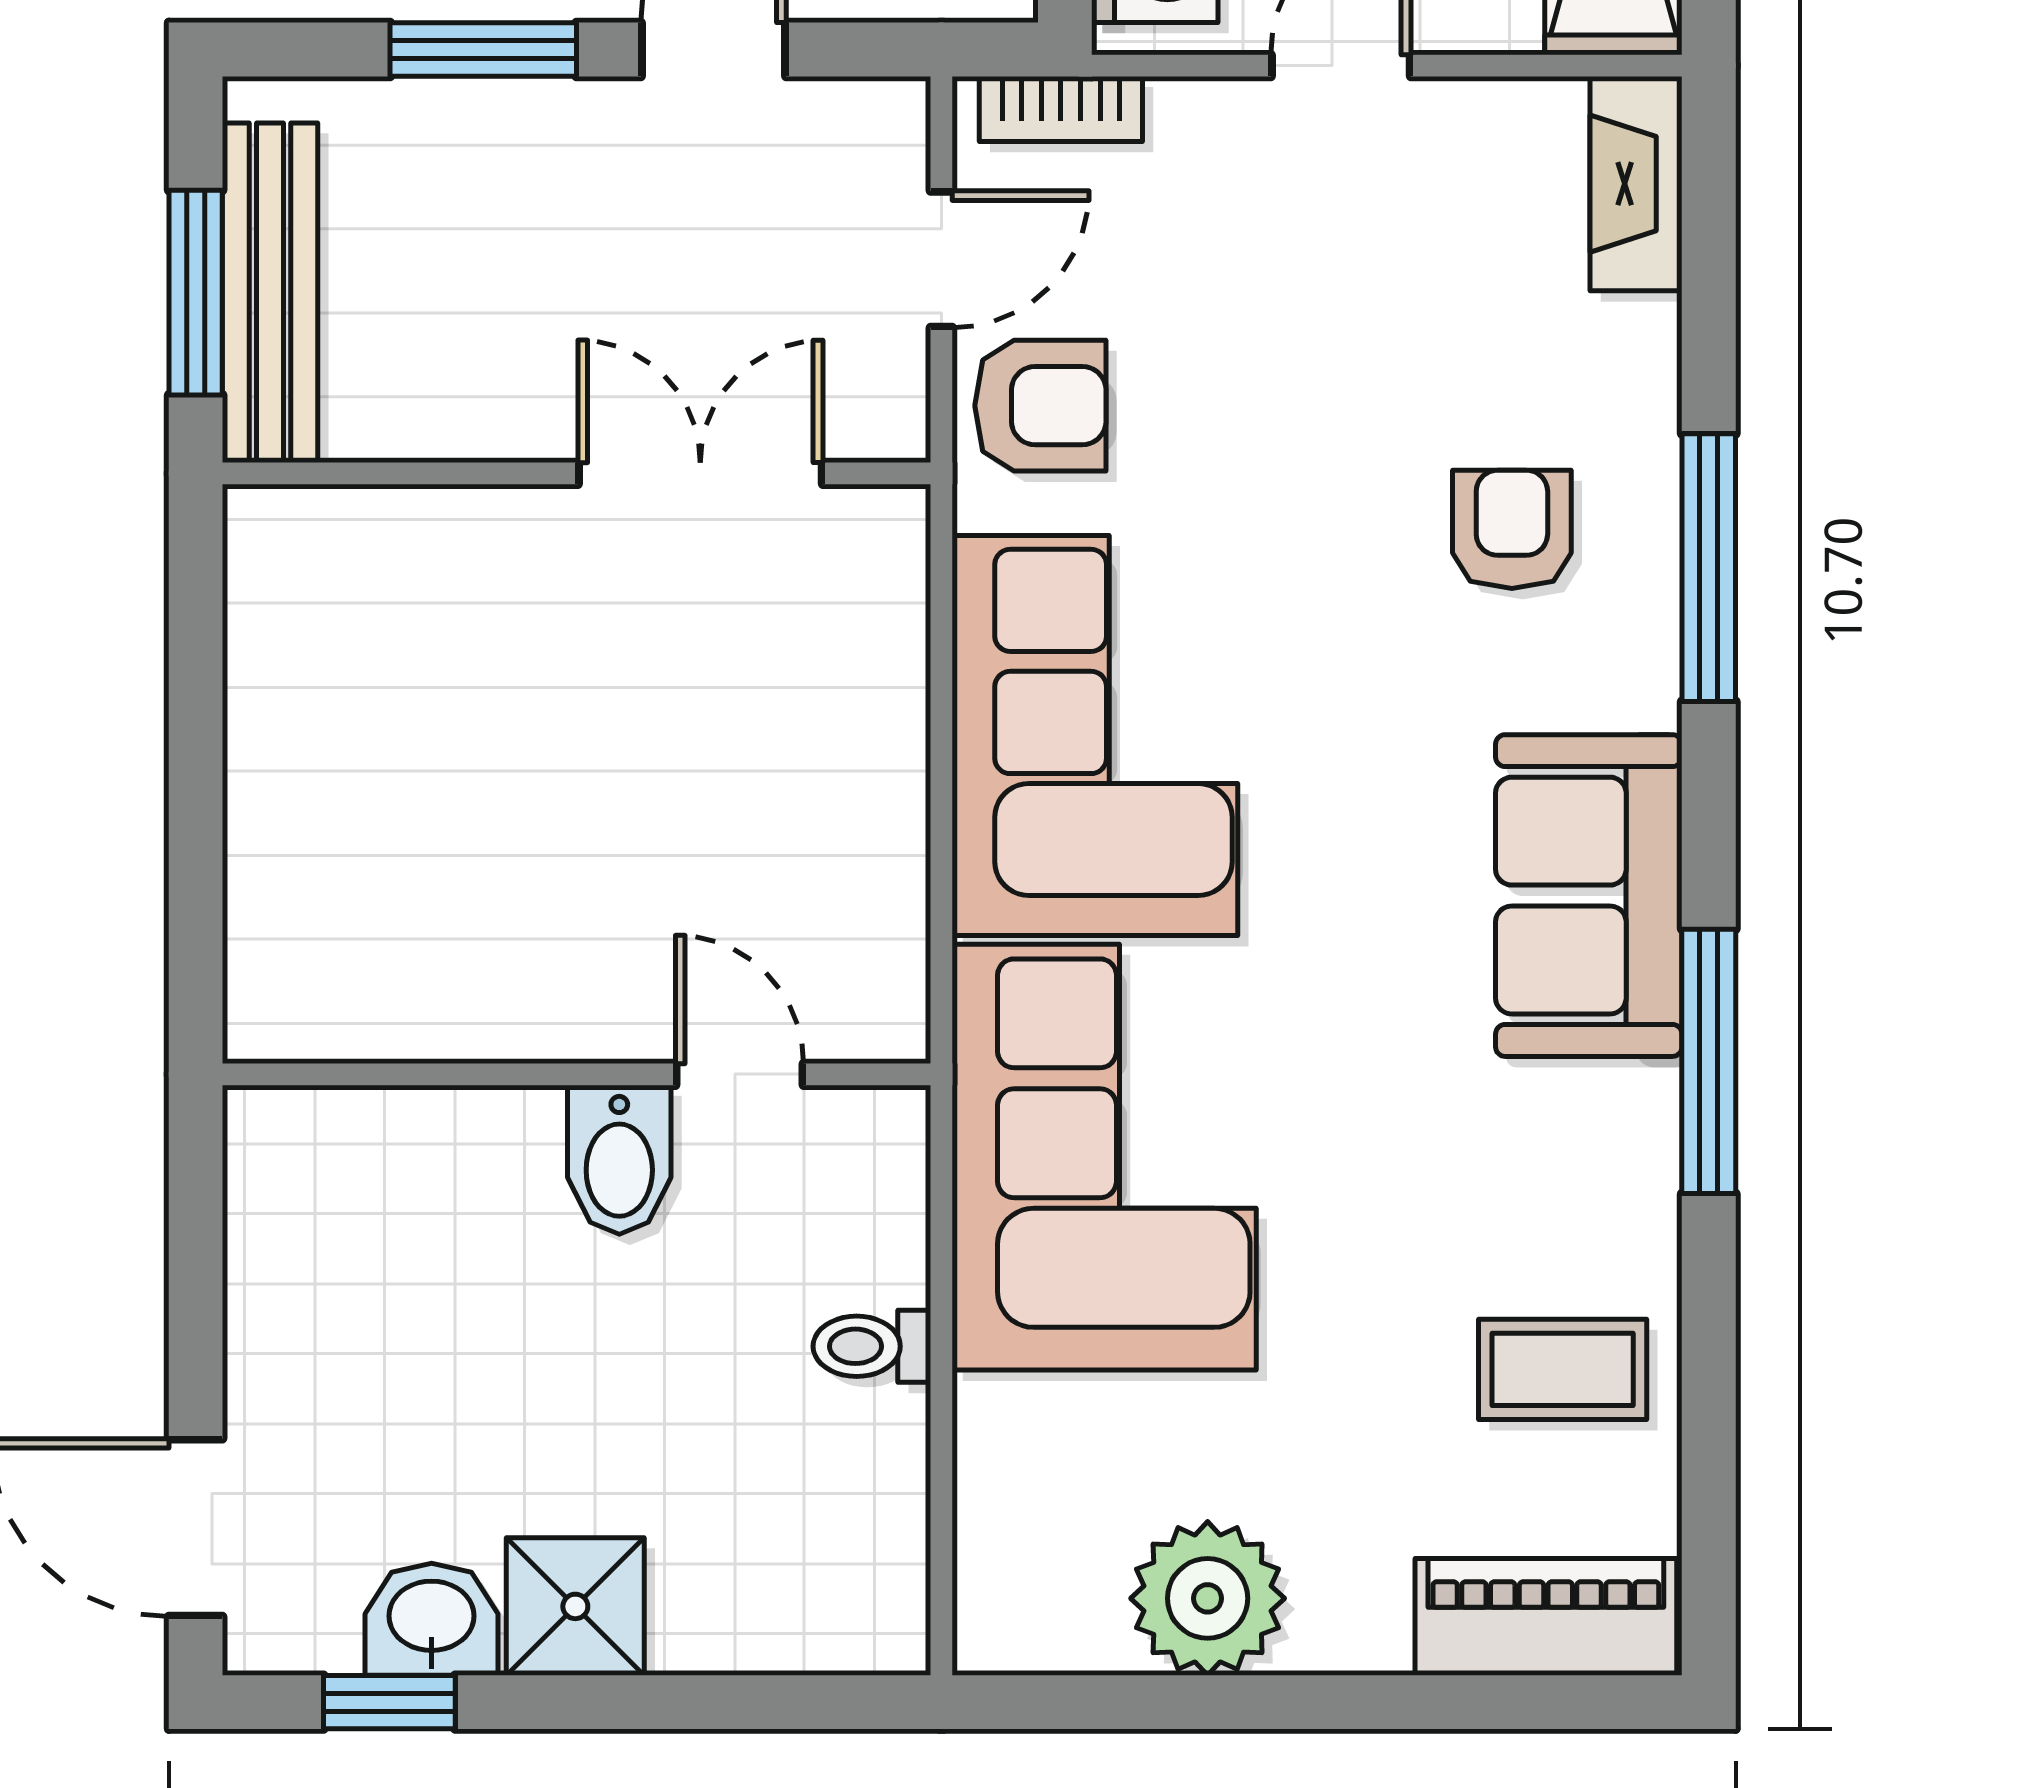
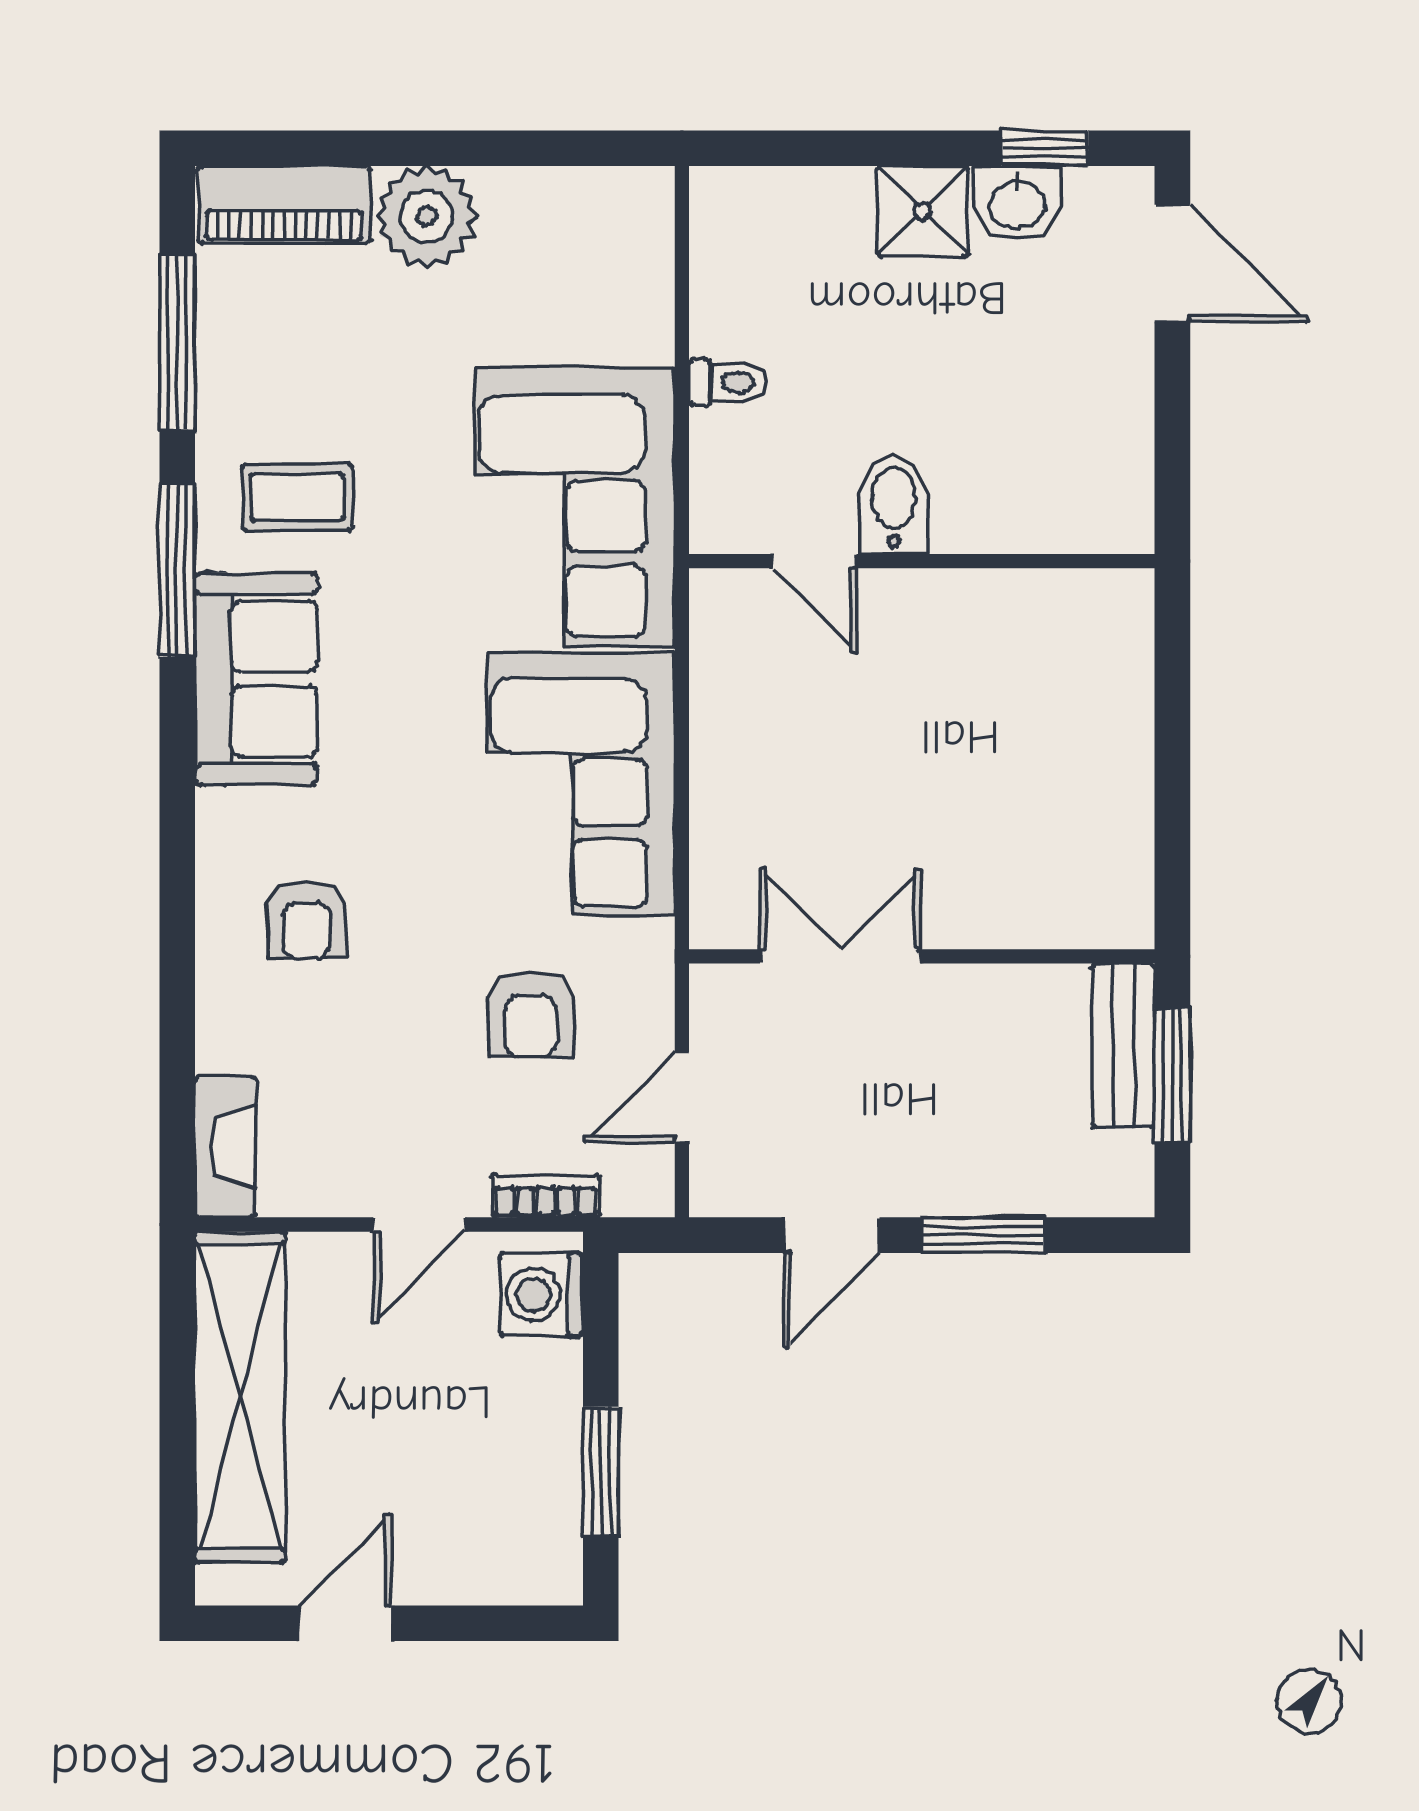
bookcase: (1061, 109) -> (546, 1196), moved
bench: (270, 293) -> (1123, 1045), width x0.73
armchair: (1040, 406) -> (531, 1014), moved, turned -90
double door: (700, 473) -> (840, 956), swing flipped
window: (1709, 568) -> (177, 342), moved
coffee table: (1563, 1369) -> (297, 497), moved
plant: (1208, 1598) -> (427, 216), moved

